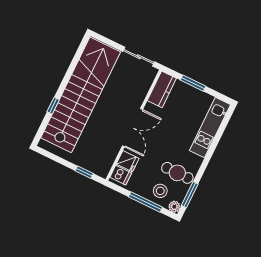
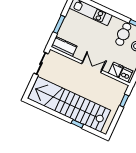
double door: (132, 128) -> (92, 67), width x0.73

